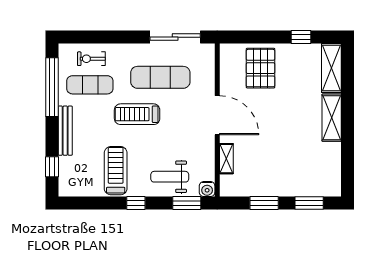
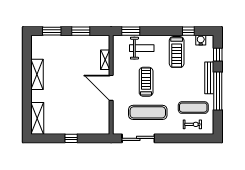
window: (301, 37) -> (71, 138), moved
pallet: (261, 68) -> (83, 118), removed
window: (52, 87) -> (218, 91), moved
treadmill: (137, 114) -> (146, 82), moved, turned -90
shelving: (332, 118) -> (37, 74), moved
water cooler: (207, 189) -> (201, 40), moved
window: (136, 203) -> (188, 31), moved

